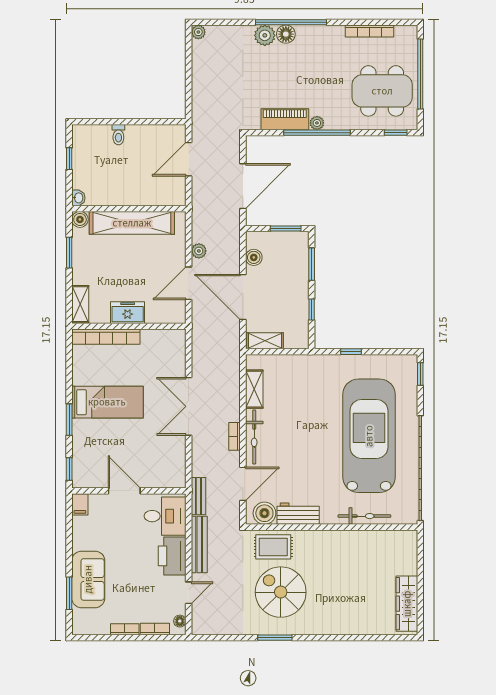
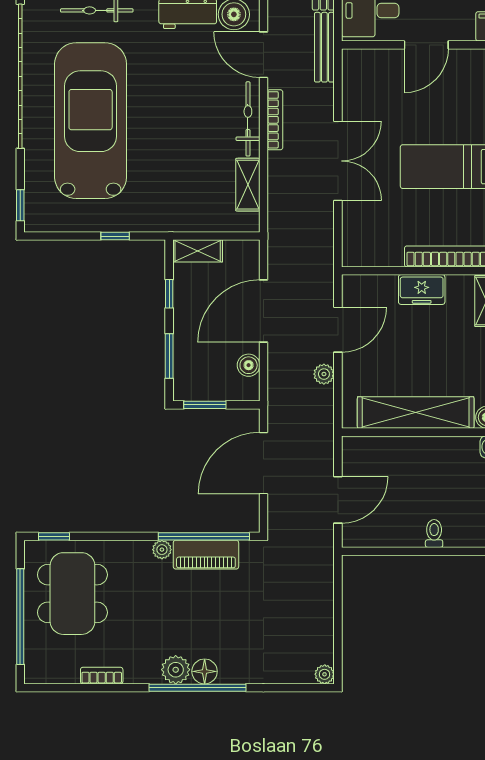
bookcase: (370, 31) -> (102, 676), width x0.64
plant: (265, 35) -> (176, 670), moved
dining table: (382, 91) -> (72, 594), turned 90
window: (317, 133) -> (204, 536), moved
door: (243, 297) -> (263, 311), swing flipped
shelving: (265, 341) -> (198, 251), moved
bookcase: (235, 436) -> (275, 120), width x1.56
car: (369, 436) -> (91, 121), turned 180
door: (243, 484) -> (263, 55), hinge flipped
door: (124, 491) -> (426, 45), hinge flipped
bench: (198, 496) -> (324, 47), width x1.36

